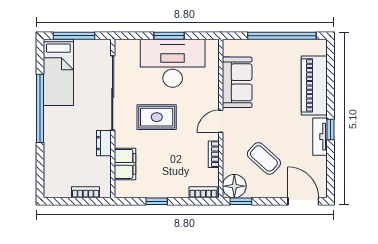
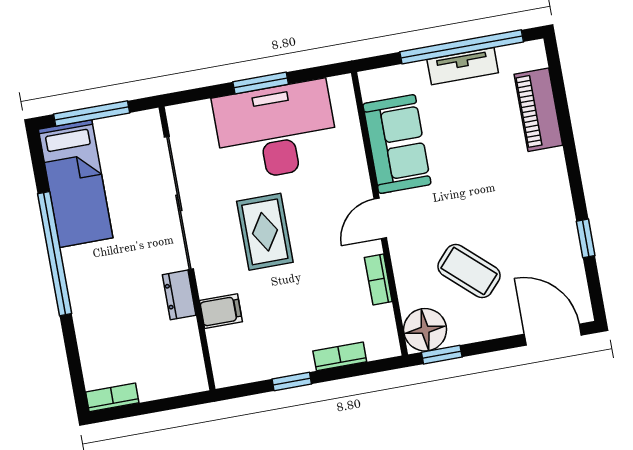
piano: (314, 85) -> (538, 110), width x0.73, depth x0.75
rug: (157, 117) -> (265, 232), turned 90
window: (331, 129) -> (586, 238), moved
tv unit: (320, 137) -> (463, 66), moved, turned -90
filing cabinet: (125, 164) -> (221, 311), width x0.50
bookcase: (86, 192) -> (112, 397), moved
bookcase: (203, 192) -> (340, 356), moved

